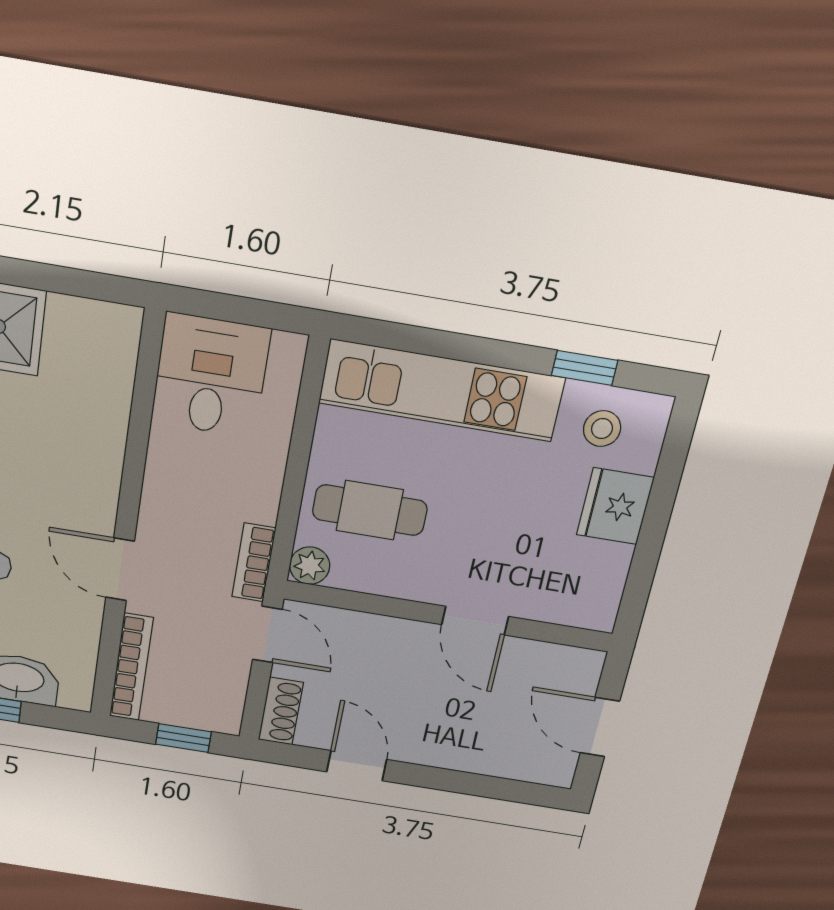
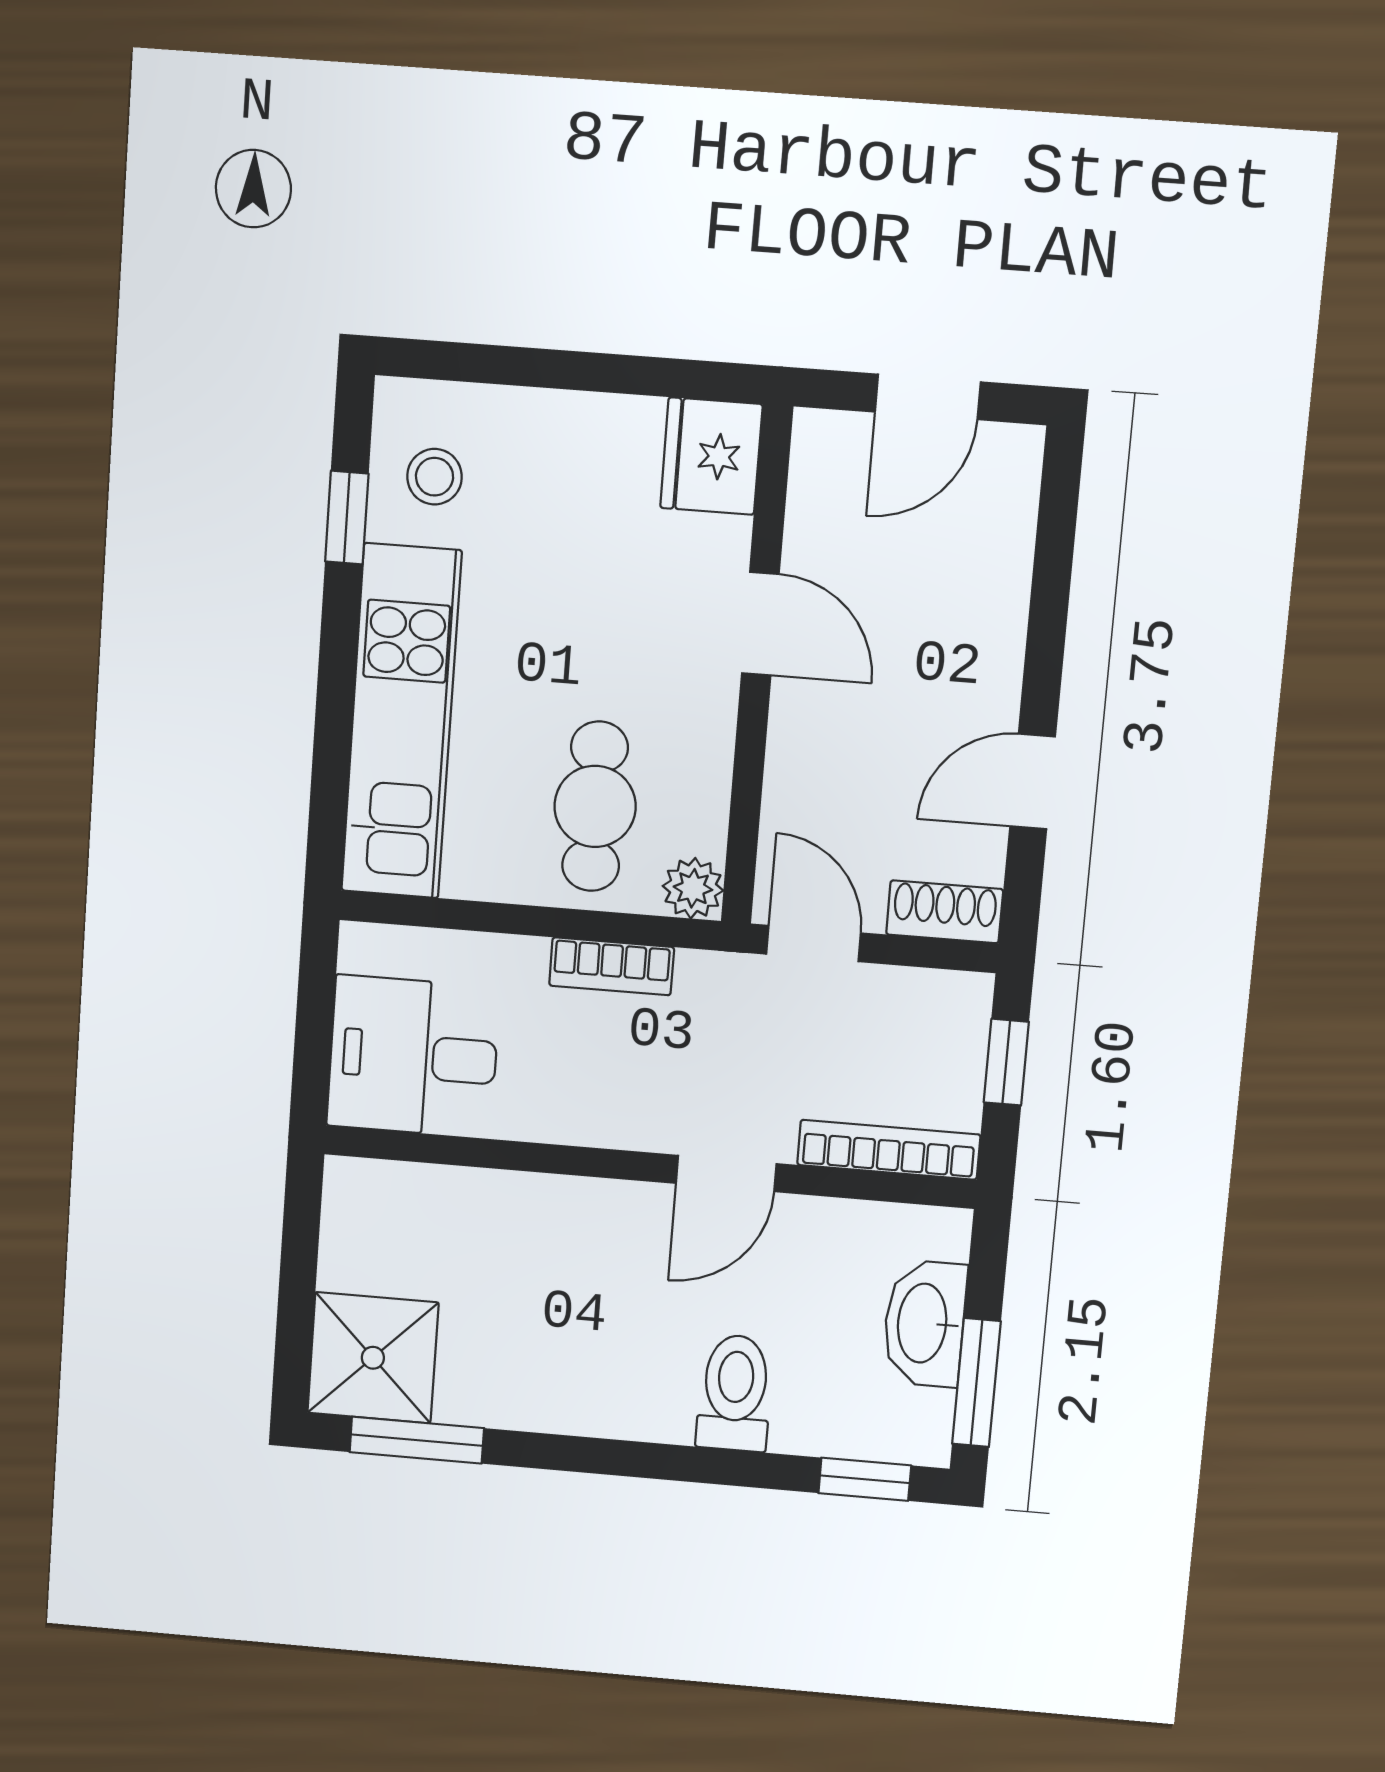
fridge: (615, 506) -> (711, 456), moved, turned 90
bookcase: (254, 563) -> (612, 966), moved
door: (475, 621) -> (760, 624), hinge flipped
door: (267, 634) -> (813, 943), hinge flipped

